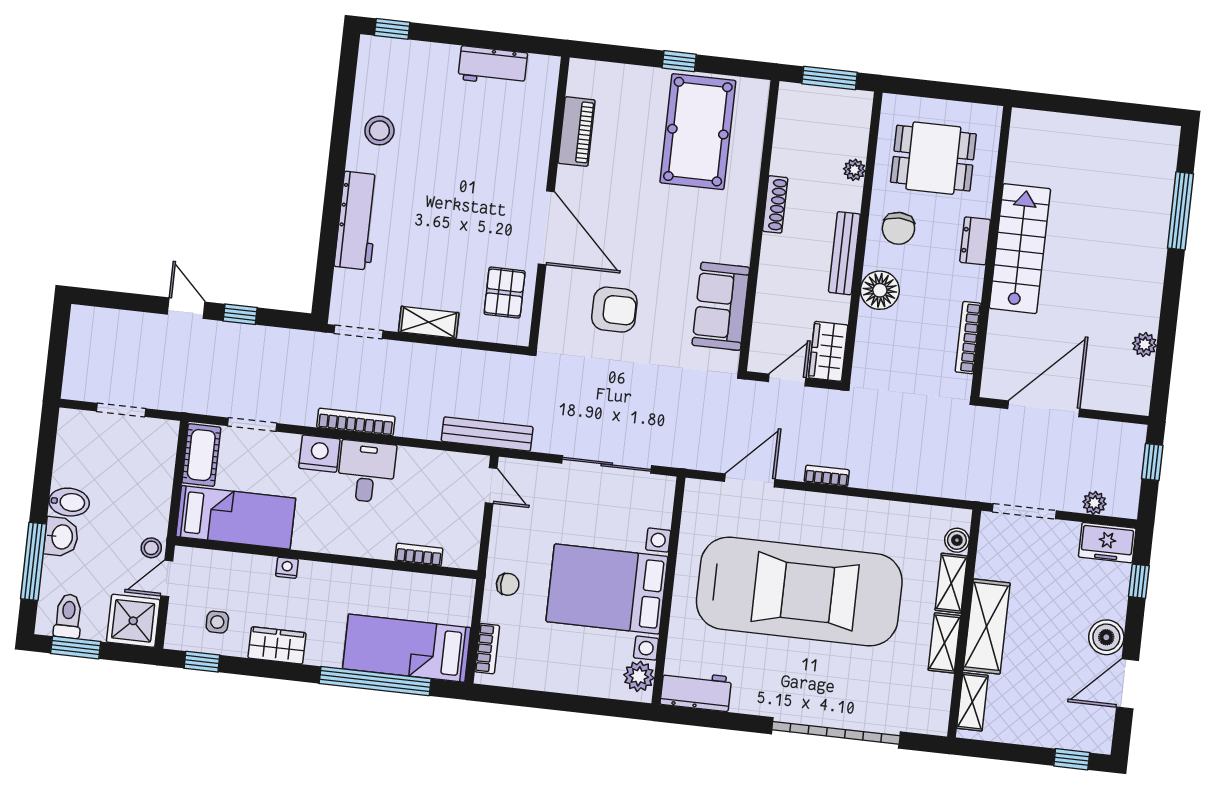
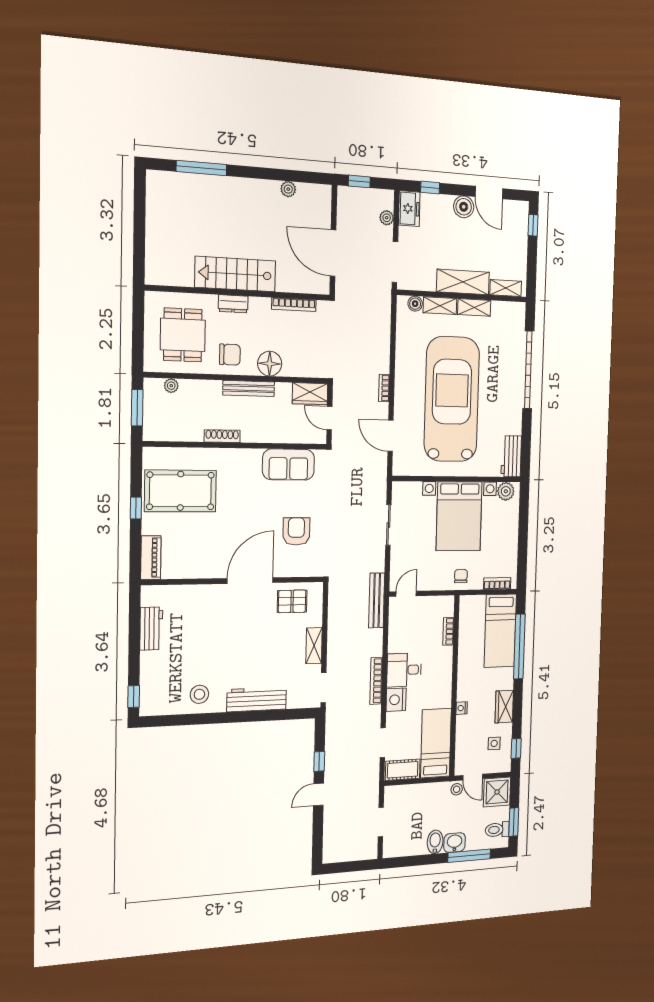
piano: (577, 132) -> (151, 558), moved, turned 90
plant: (854, 170) -> (171, 386), moved
sliding door: (607, 464) -> (388, 525), width x0.73

